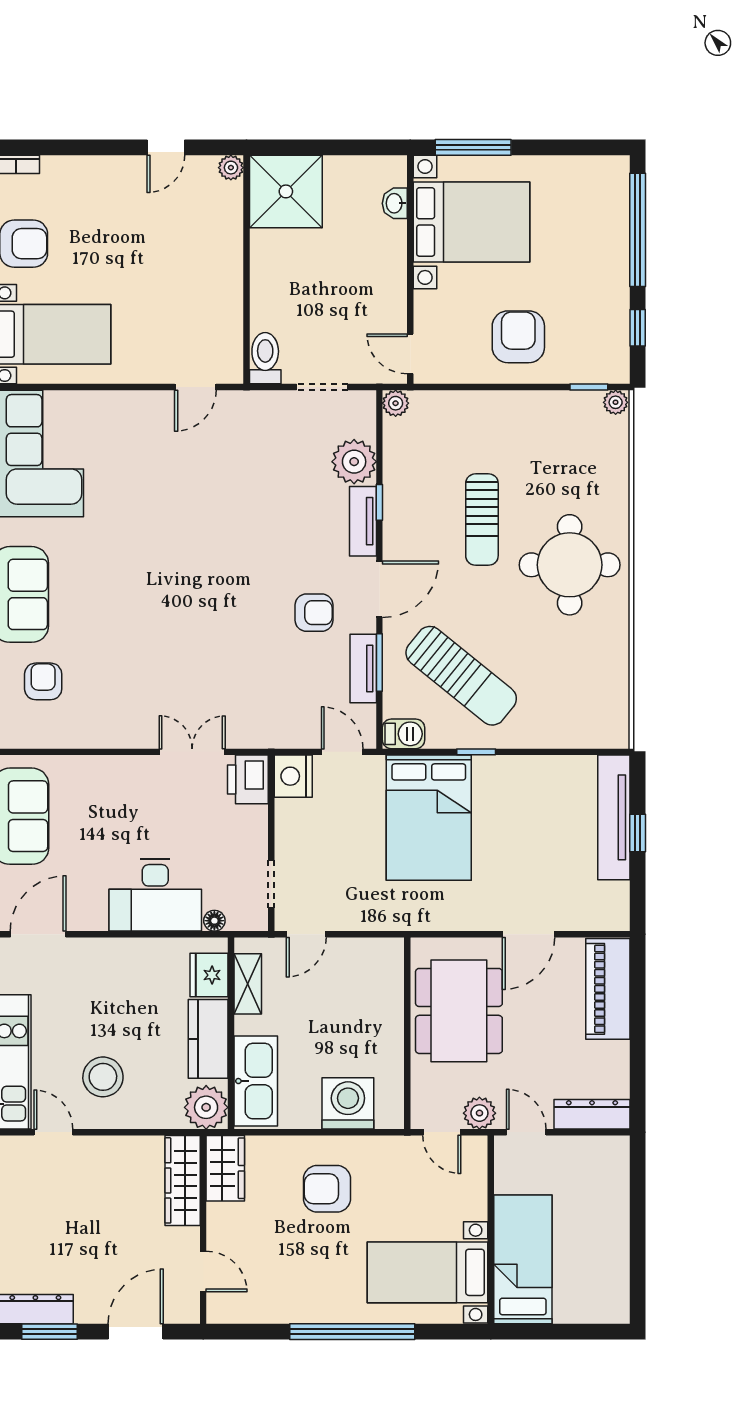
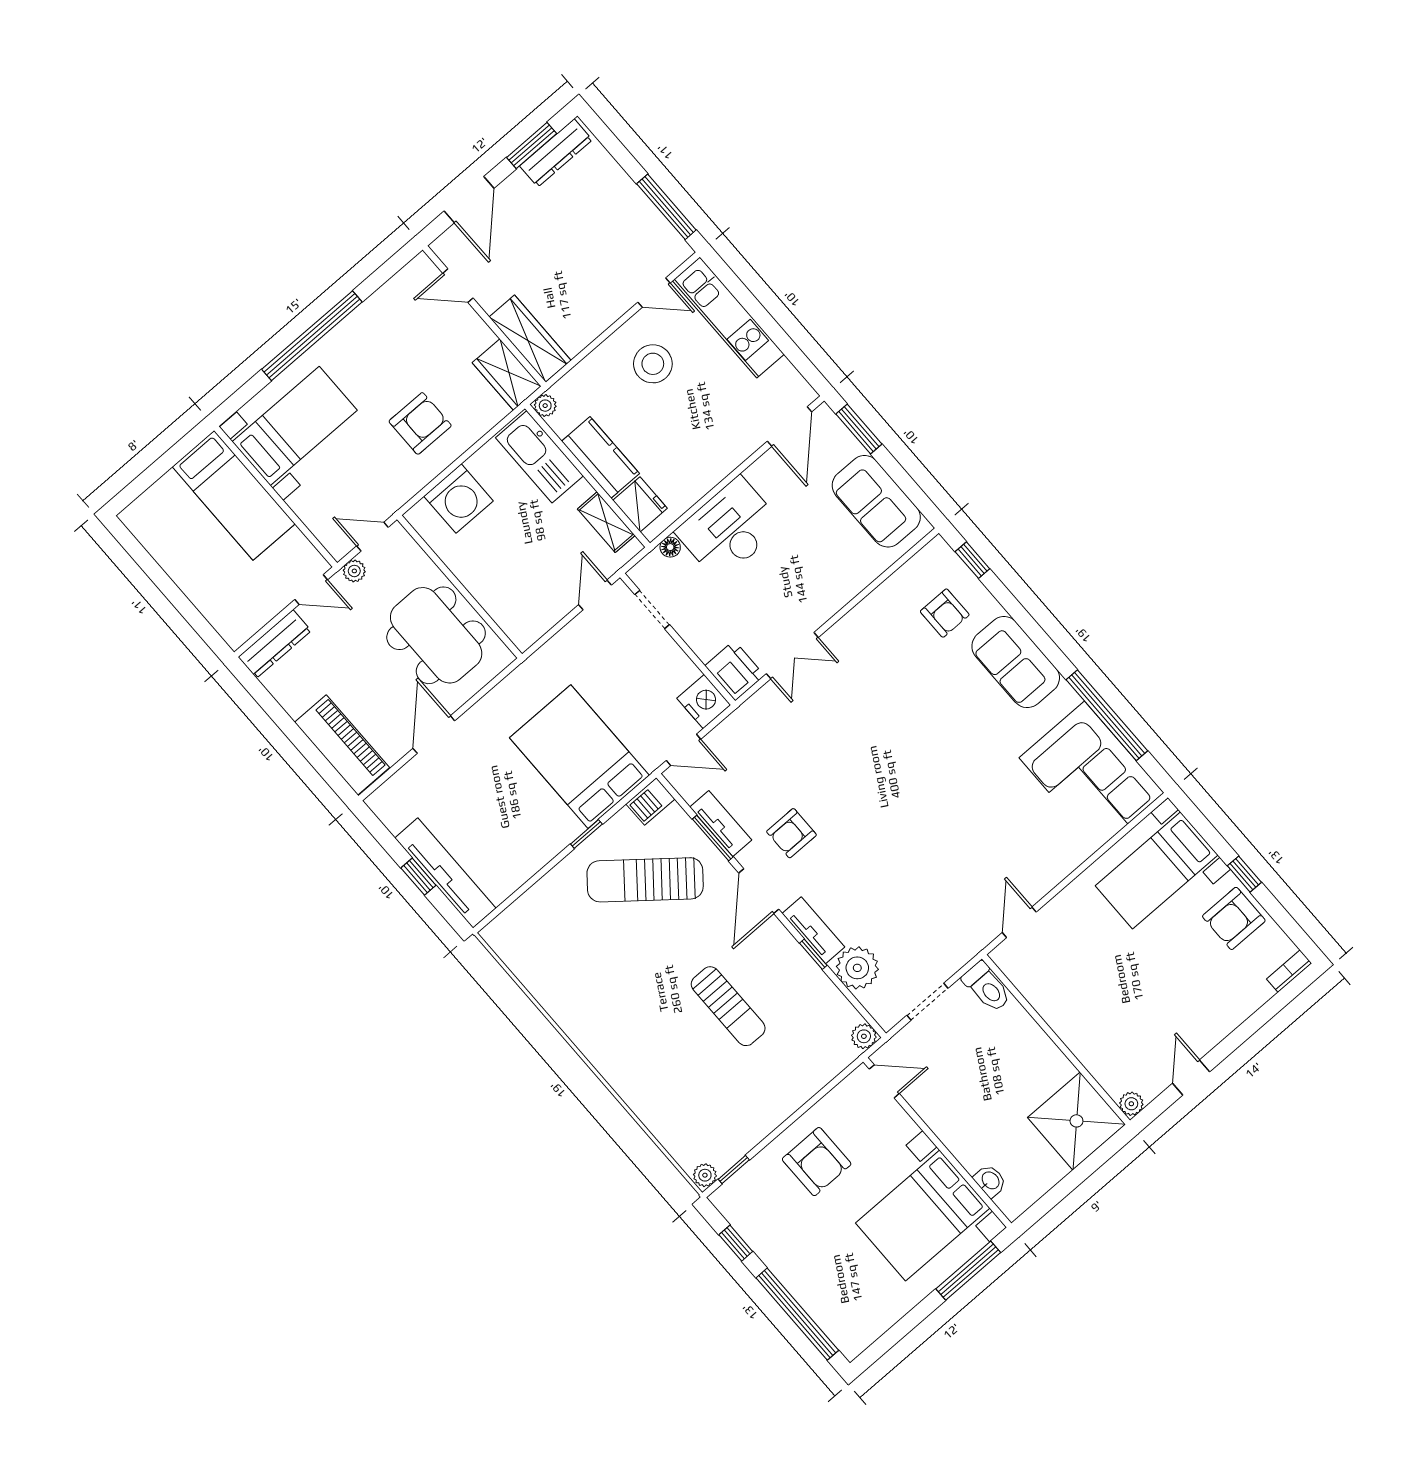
sun lounger: (482, 520) -> (728, 1006), turned 180
round table: (570, 565) -> (636, 1028), removed
plant: (206, 1107) -> (545, 406), width x0.53, depth x0.53
plant: (479, 1113) -> (354, 571), width x0.73, depth x0.73

